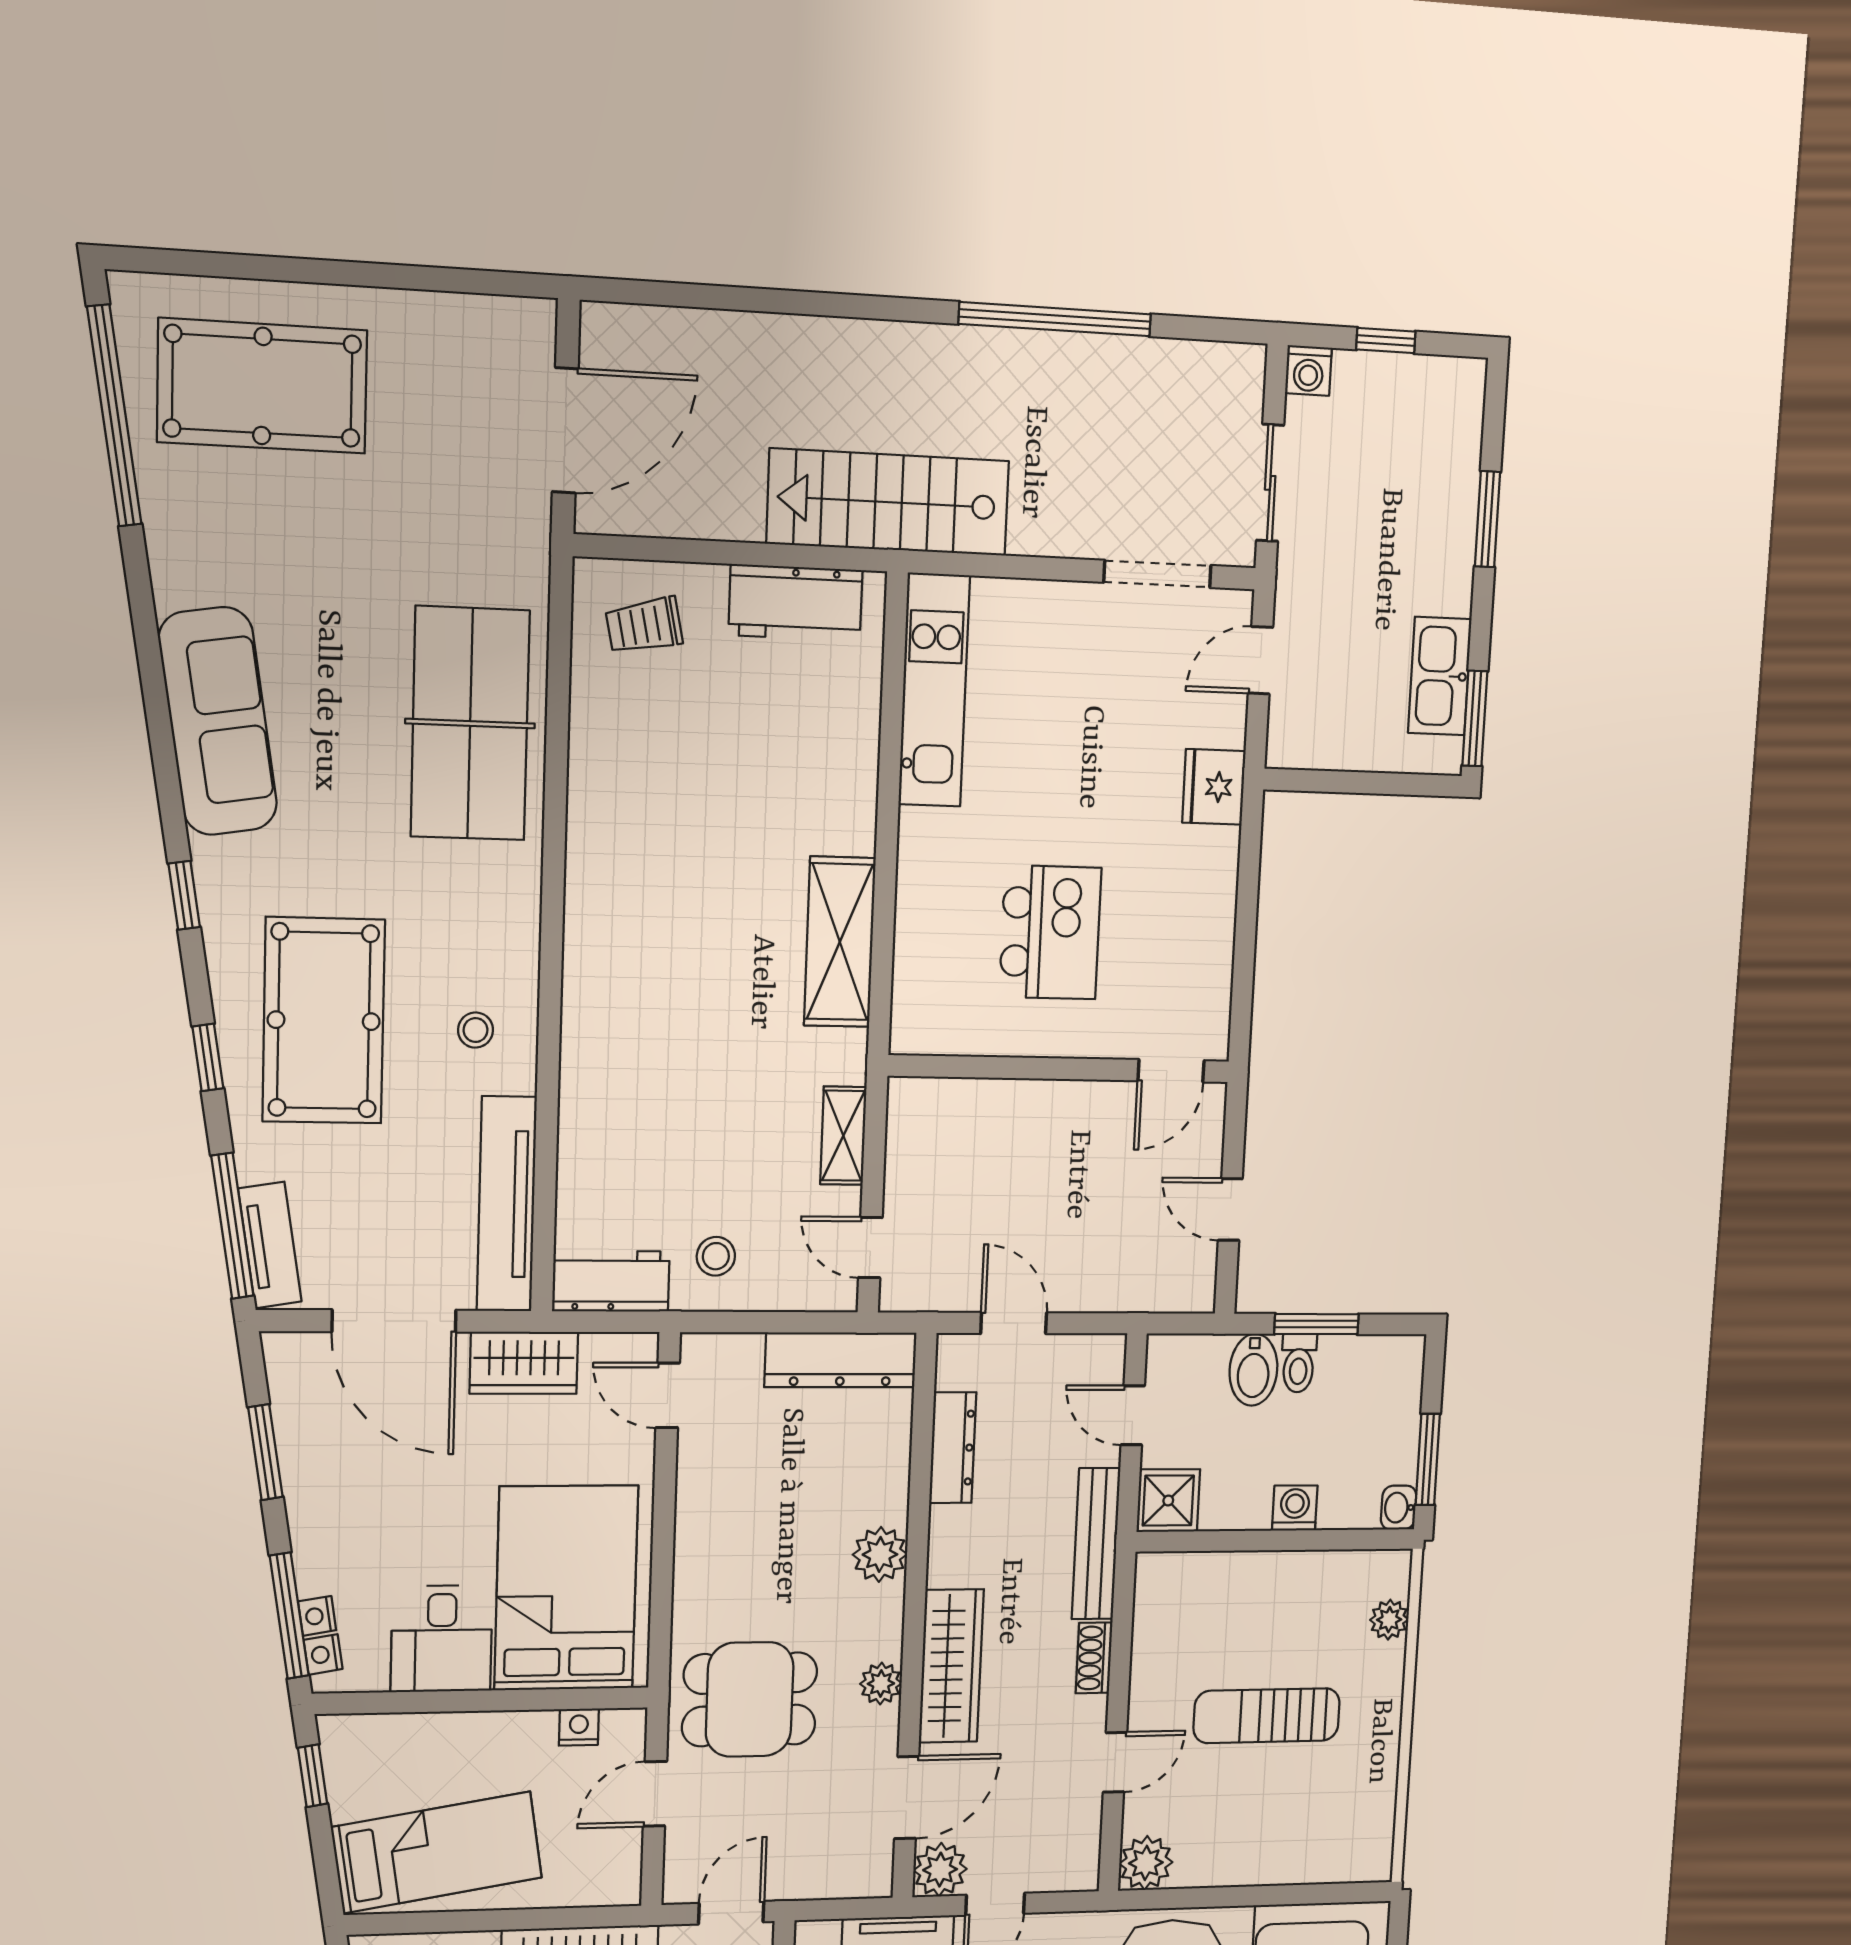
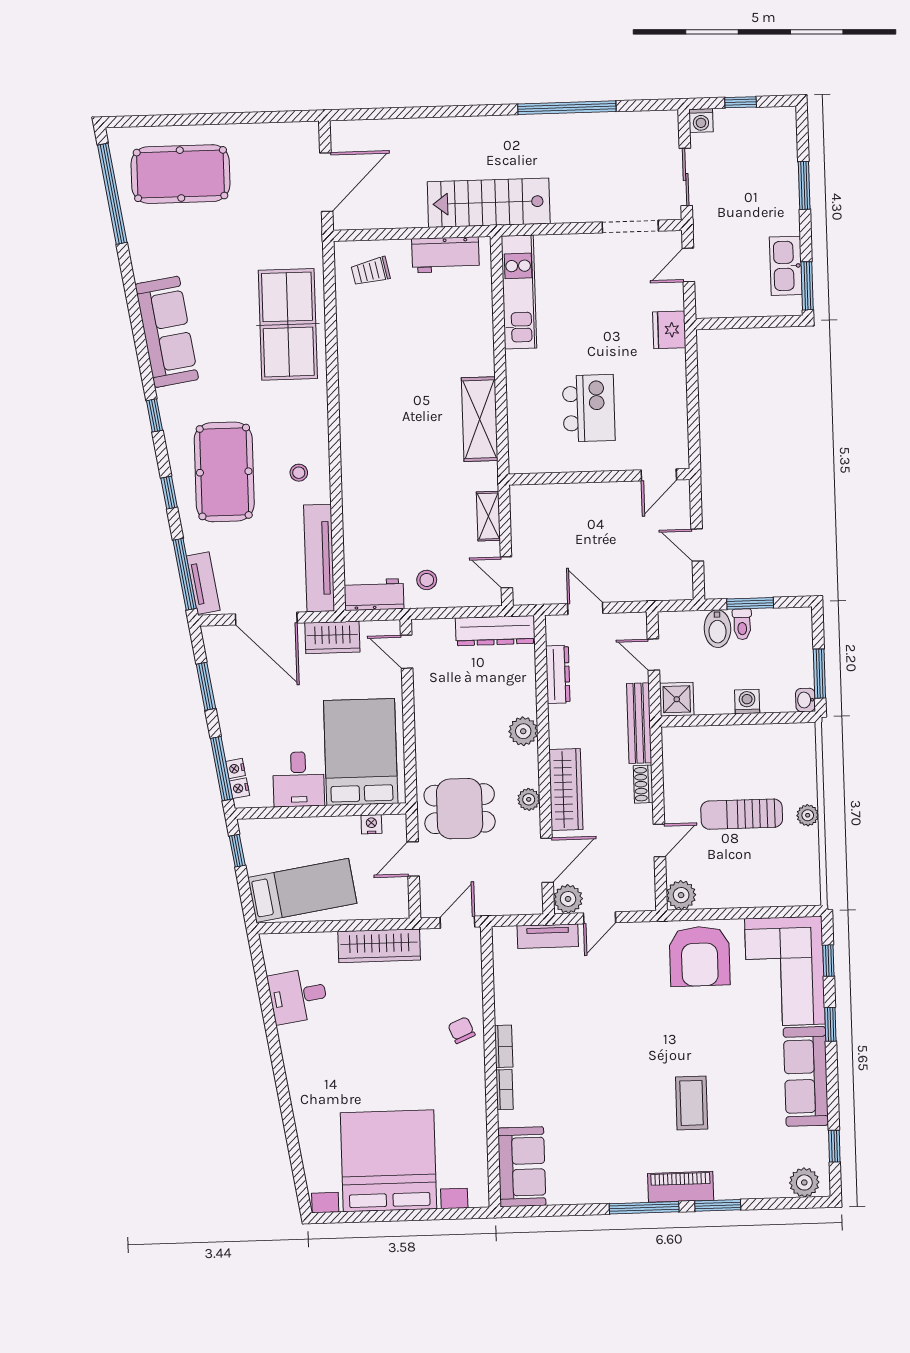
plant: (1389, 1620) -> (808, 815), moved

